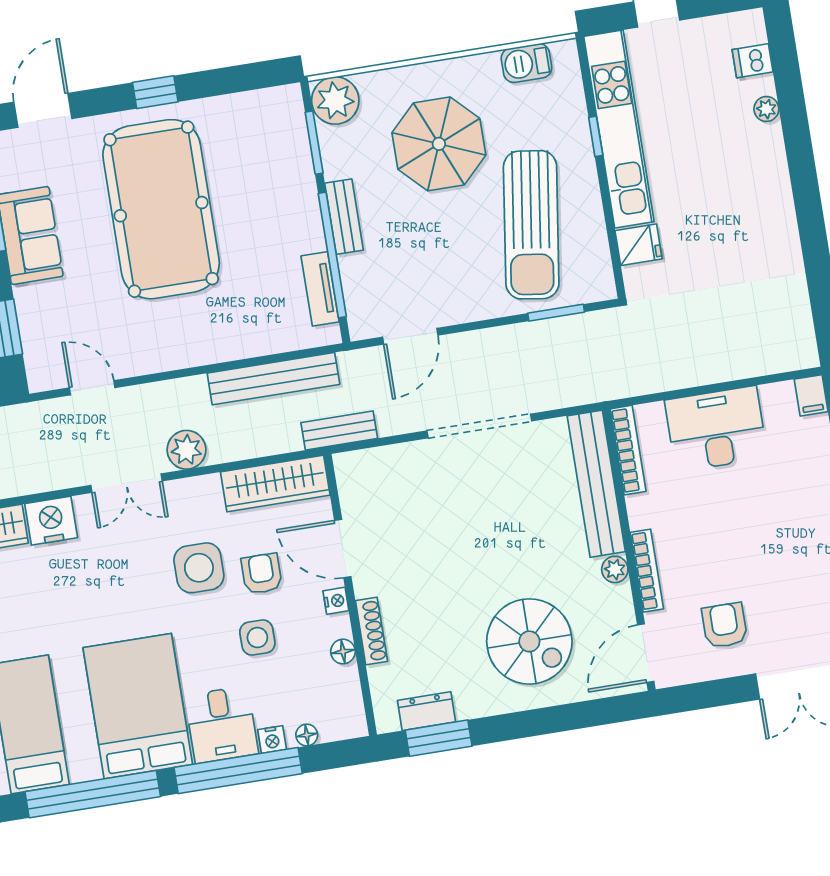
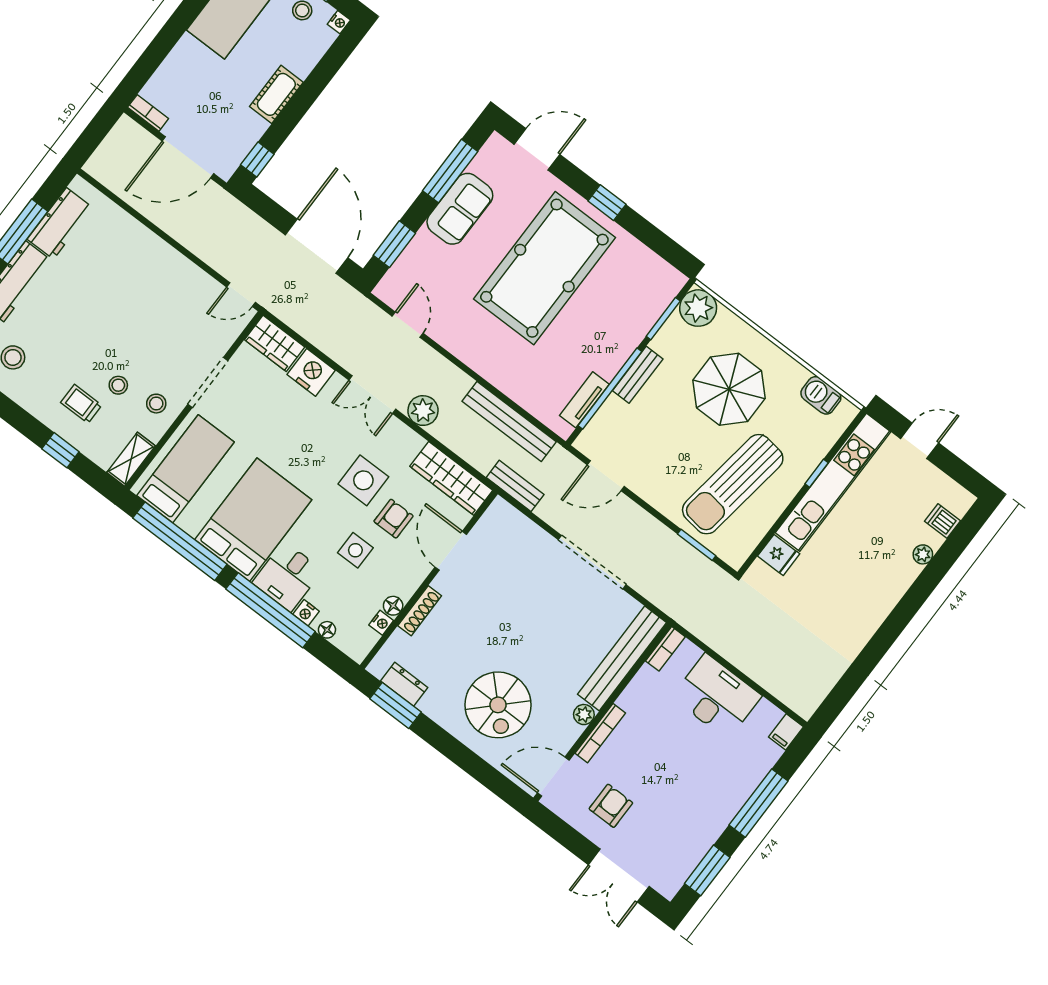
bookcase: (628, 450) -> (665, 649), width x0.64
nightstand: (336, 601) -> (381, 623), moved

